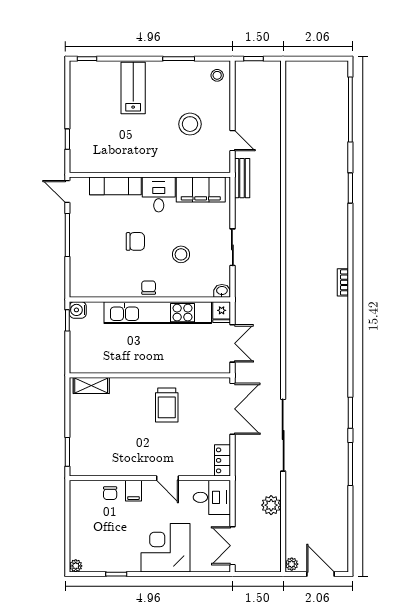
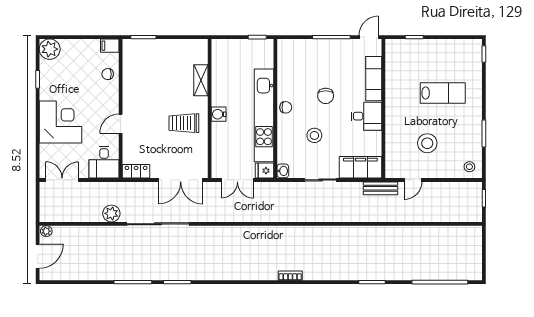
lab bench: (133, 88) -> (443, 93), moved
filing cabinet: (201, 189) -> (360, 167), moved, turned 90
water cooler: (78, 310) -> (219, 114), moved, turned -90
shelving: (91, 385) -> (201, 80), moved
filing cabinet: (133, 491) -> (110, 46), moved
plant: (271, 505) -> (111, 213), moved
plant: (76, 566) -> (50, 49), width x1.88, depth x1.88

